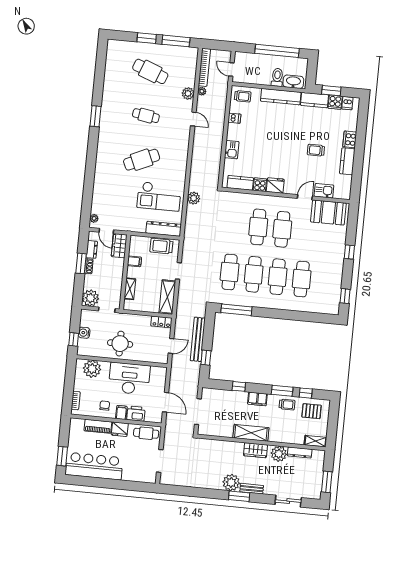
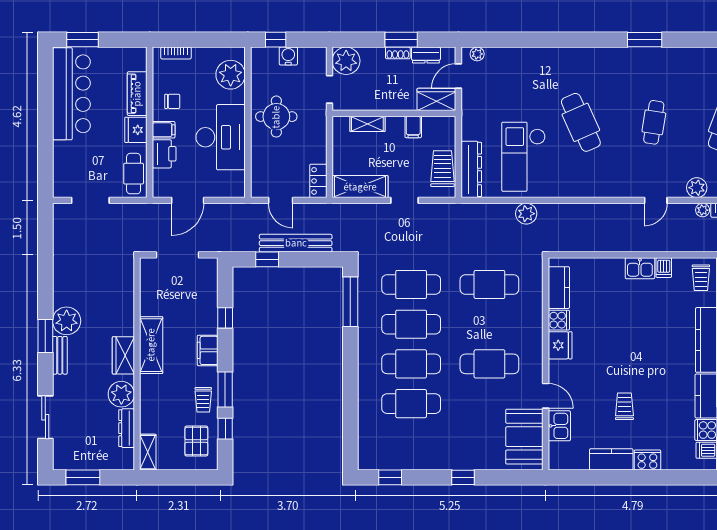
kitchen sink: (232, 150) -> (640, 268), moved
cafe table: (258, 227) -> (489, 284), moved

